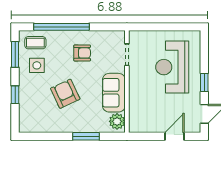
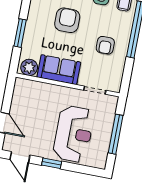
window: (165, 27) -> (116, 134), added
reception desk: (172, 67) -> (74, 134), turned 90
armchair: (65, 94) -> (67, 20), turned -65

